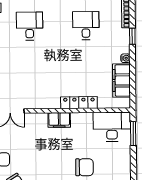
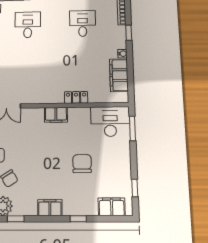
locker: (79, 103) -> (76, 97), width x0.66
chair: (84, 167) -> (82, 164), turned -90

